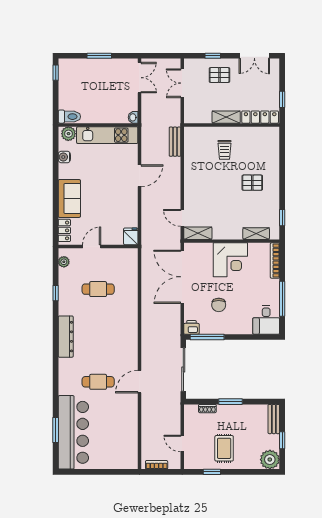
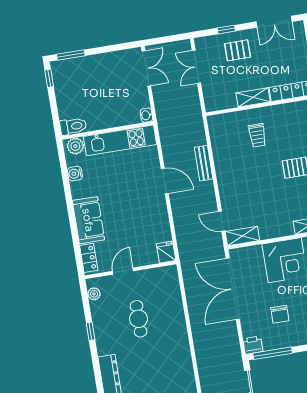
window: (99, 56) -> (71, 55), moved
bench: (175, 142) -> (204, 163), moved
door: (140, 176) -> (165, 181), hinge flipped
cafe table: (98, 289) -> (139, 319), turned 90

